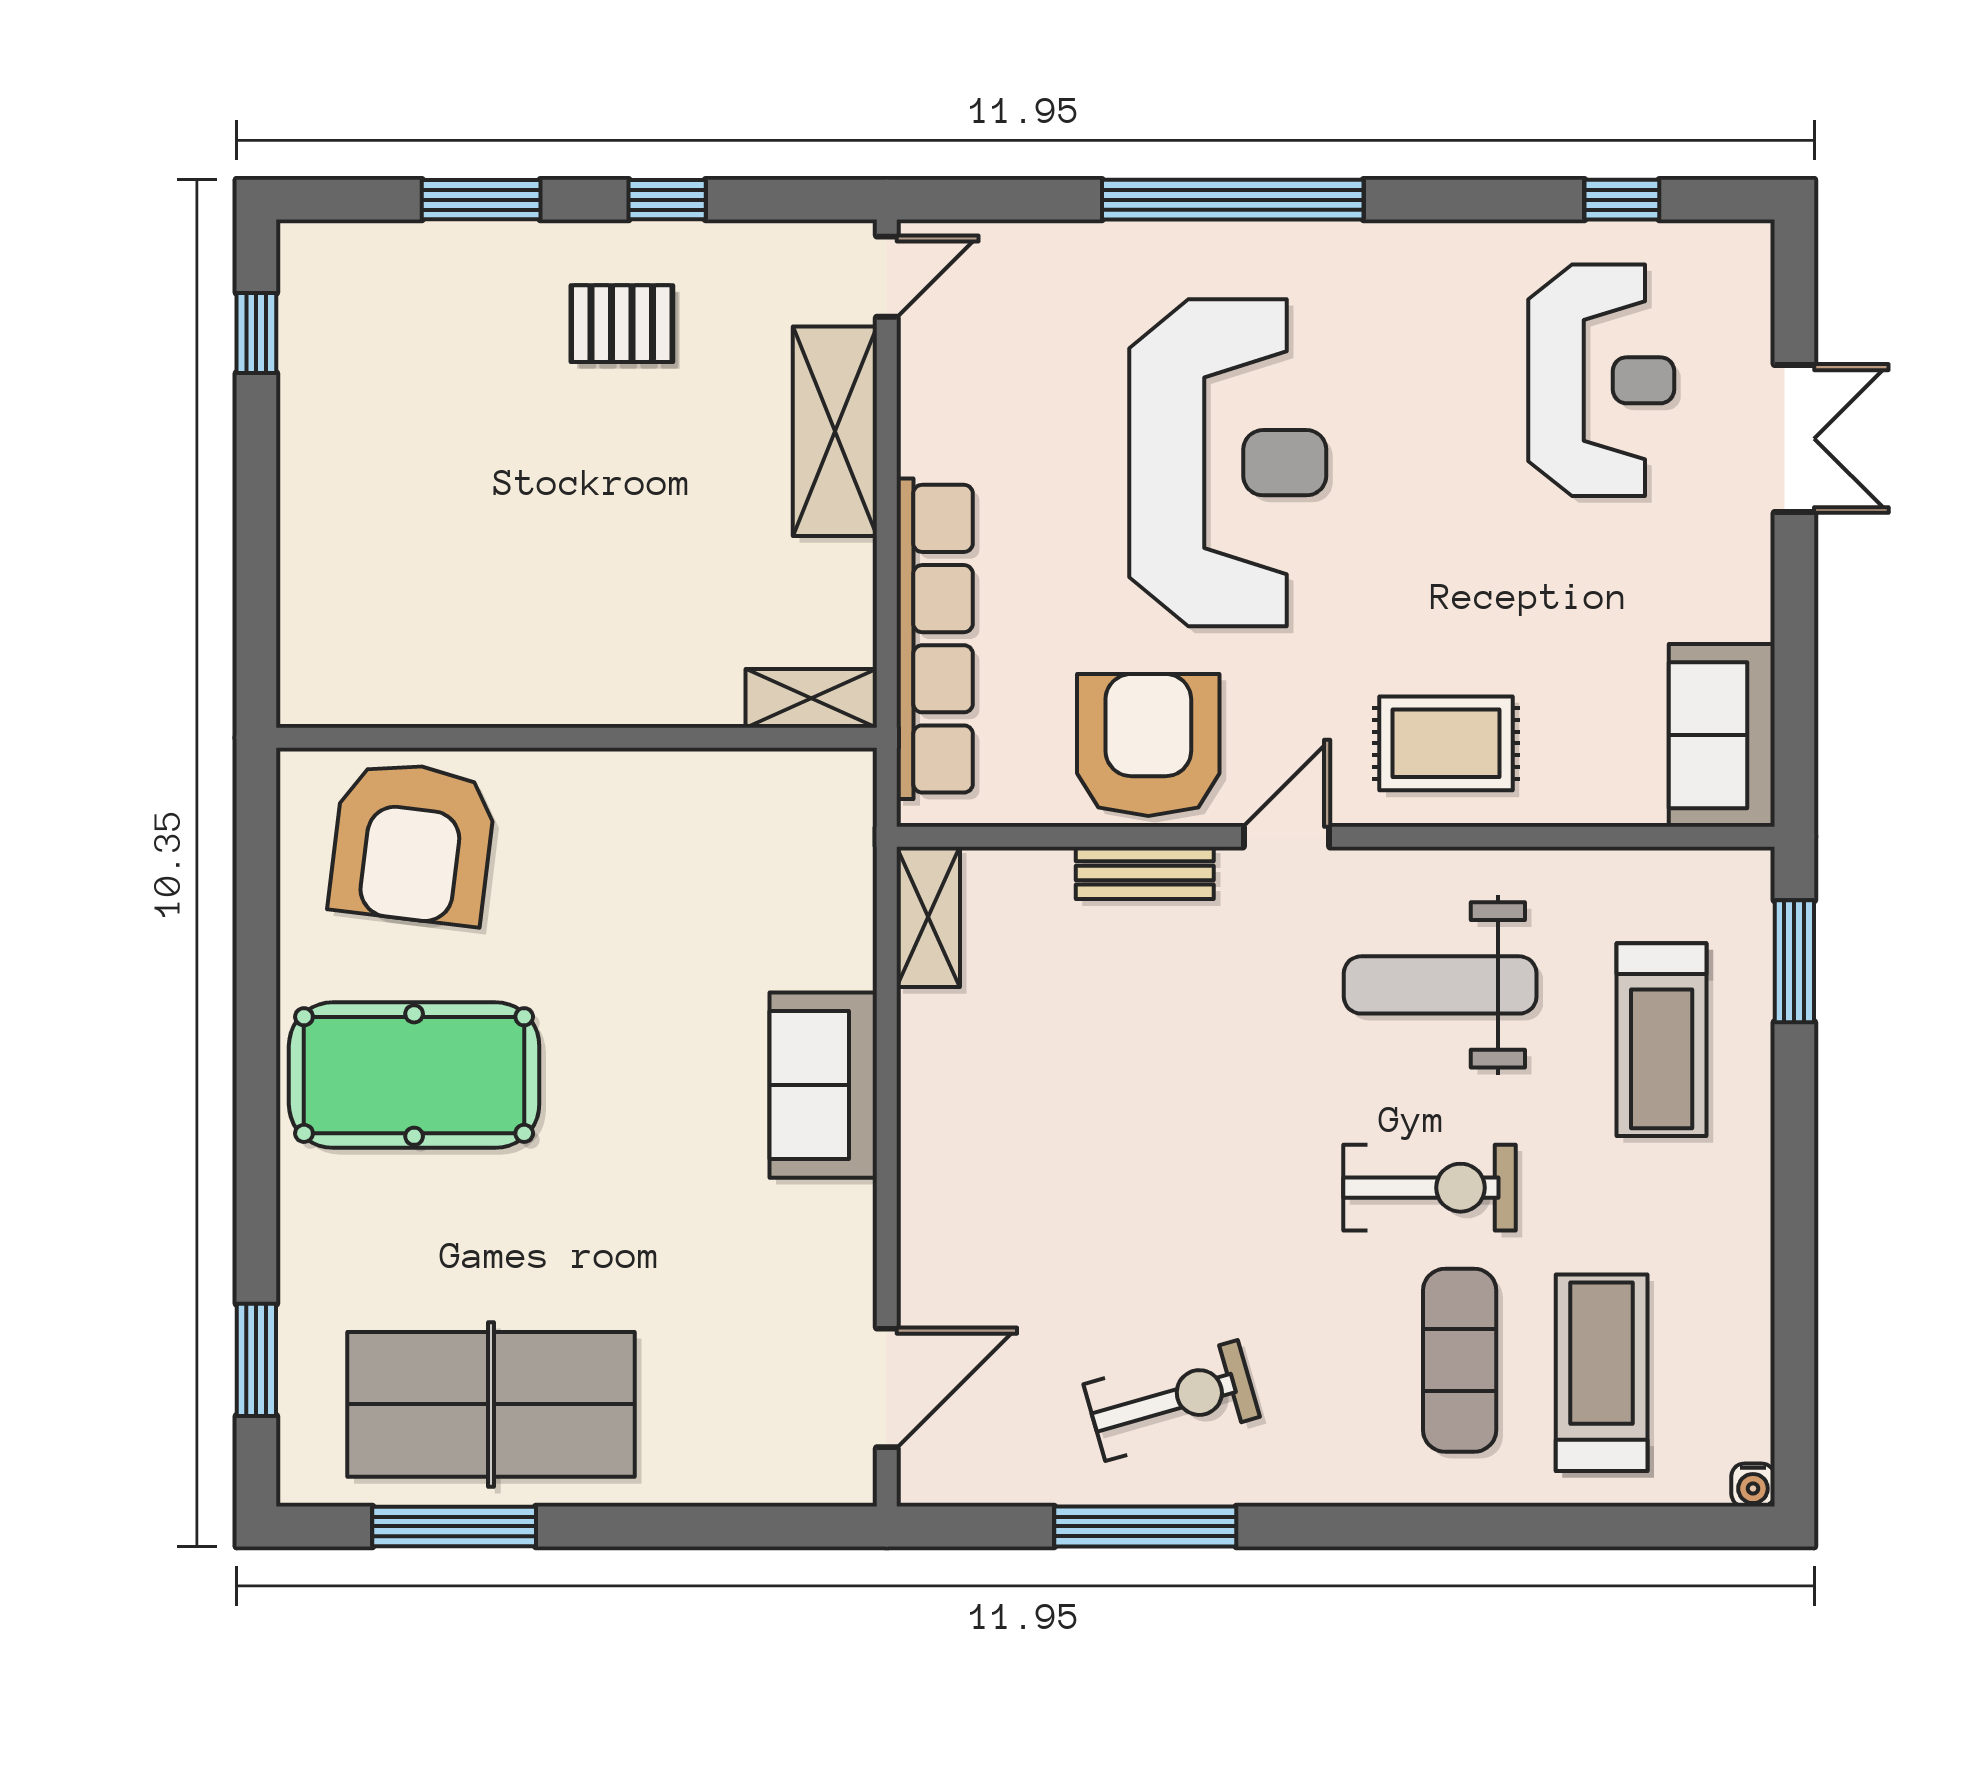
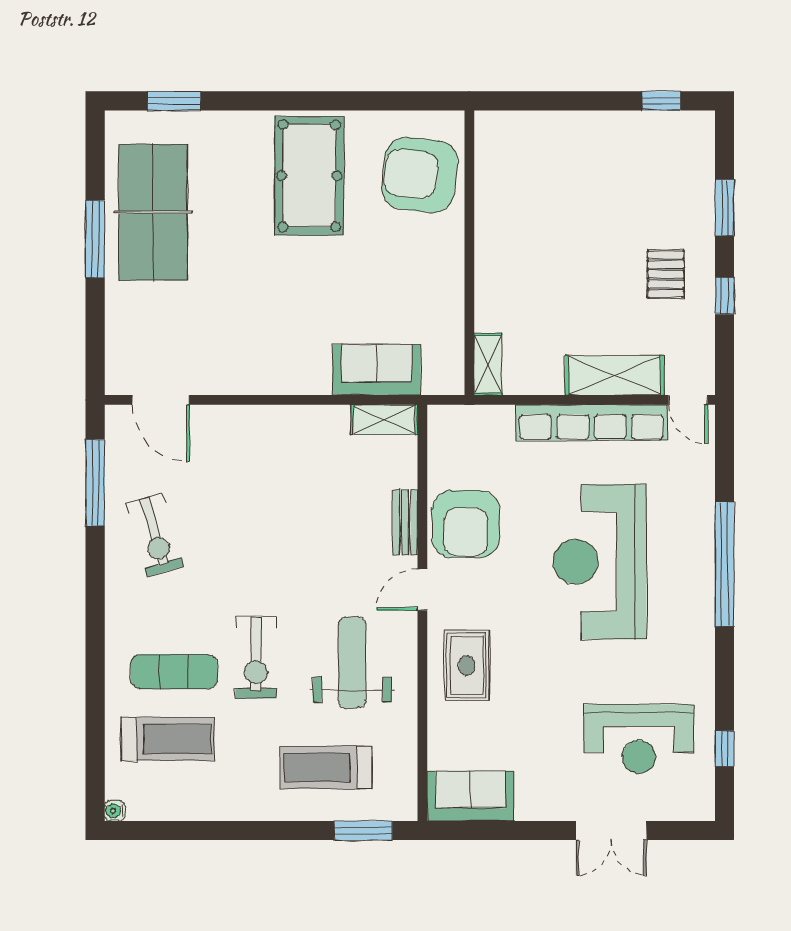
reception desk: (1228, 463) -> (600, 562), turned 90
row of seats: (935, 639) -> (592, 423), moved
armchair: (1148, 745) -> (466, 524), turned 90
door: (1287, 837) -> (422, 590), swing flipped
sofa: (823, 1085) -> (377, 370), moved
window: (454, 1526) -> (95, 239), moved
window: (1145, 1526) -> (95, 483), moved

